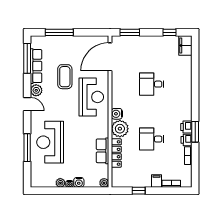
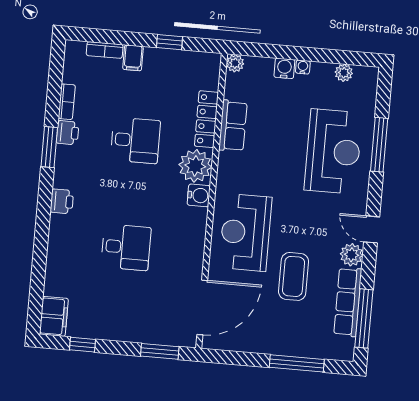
printer: (186, 127) -> (62, 201), moved
plant: (60, 183) -> (344, 73), moved

